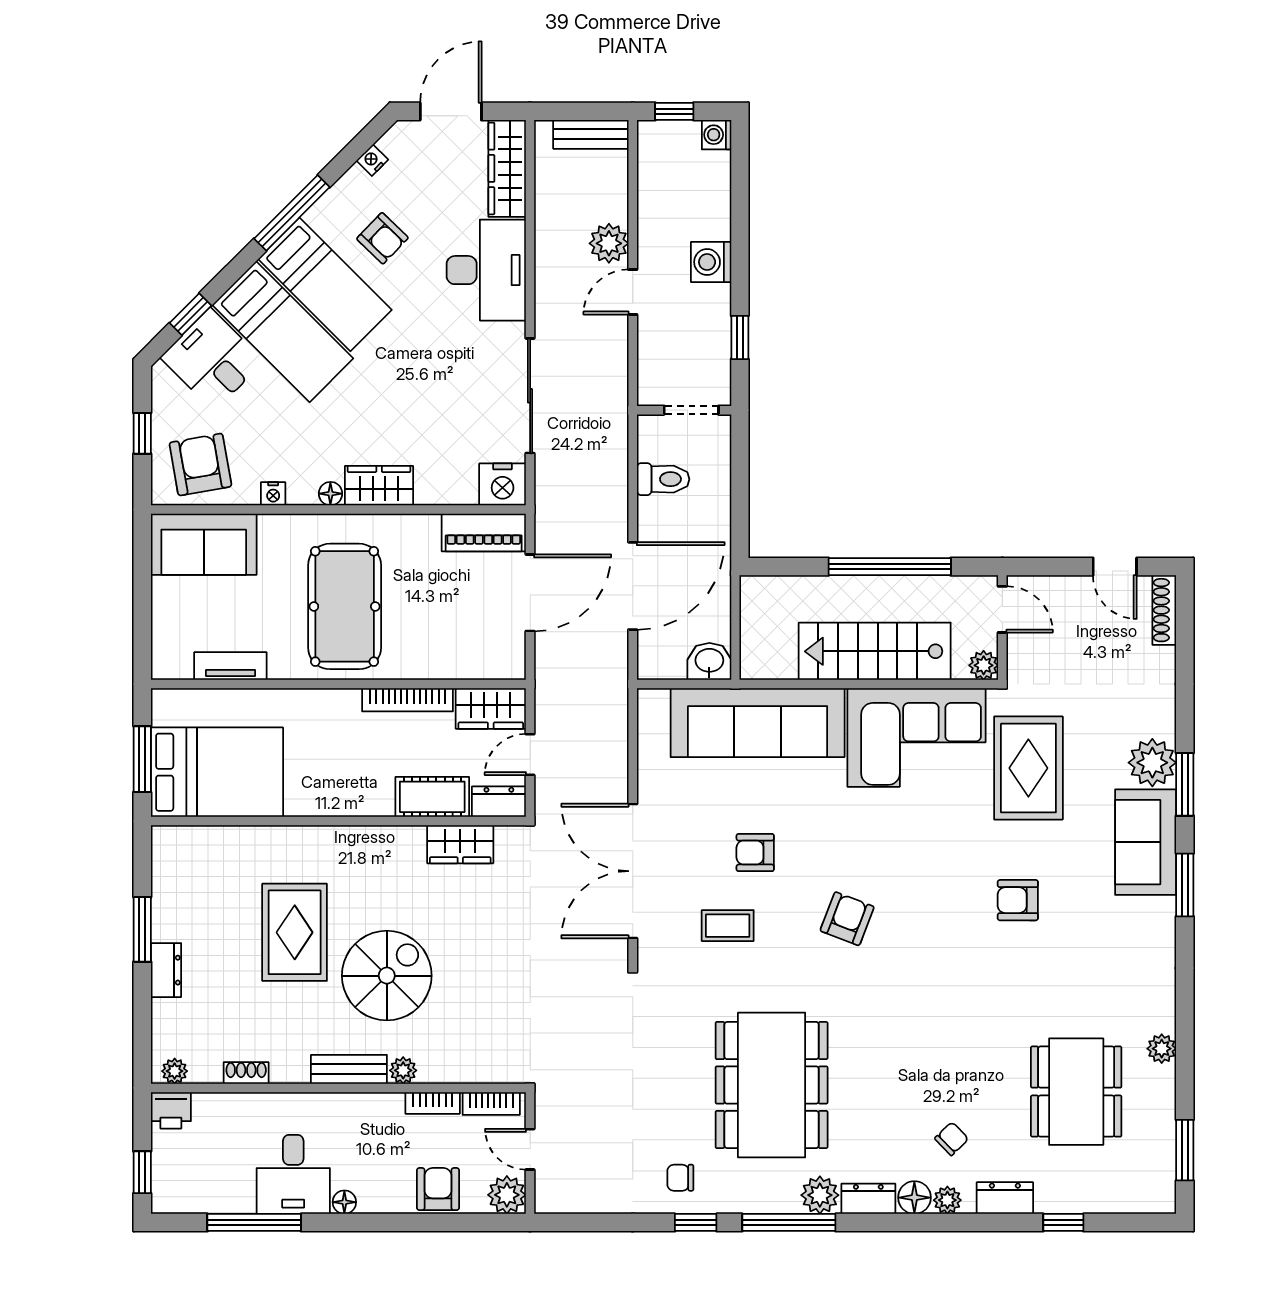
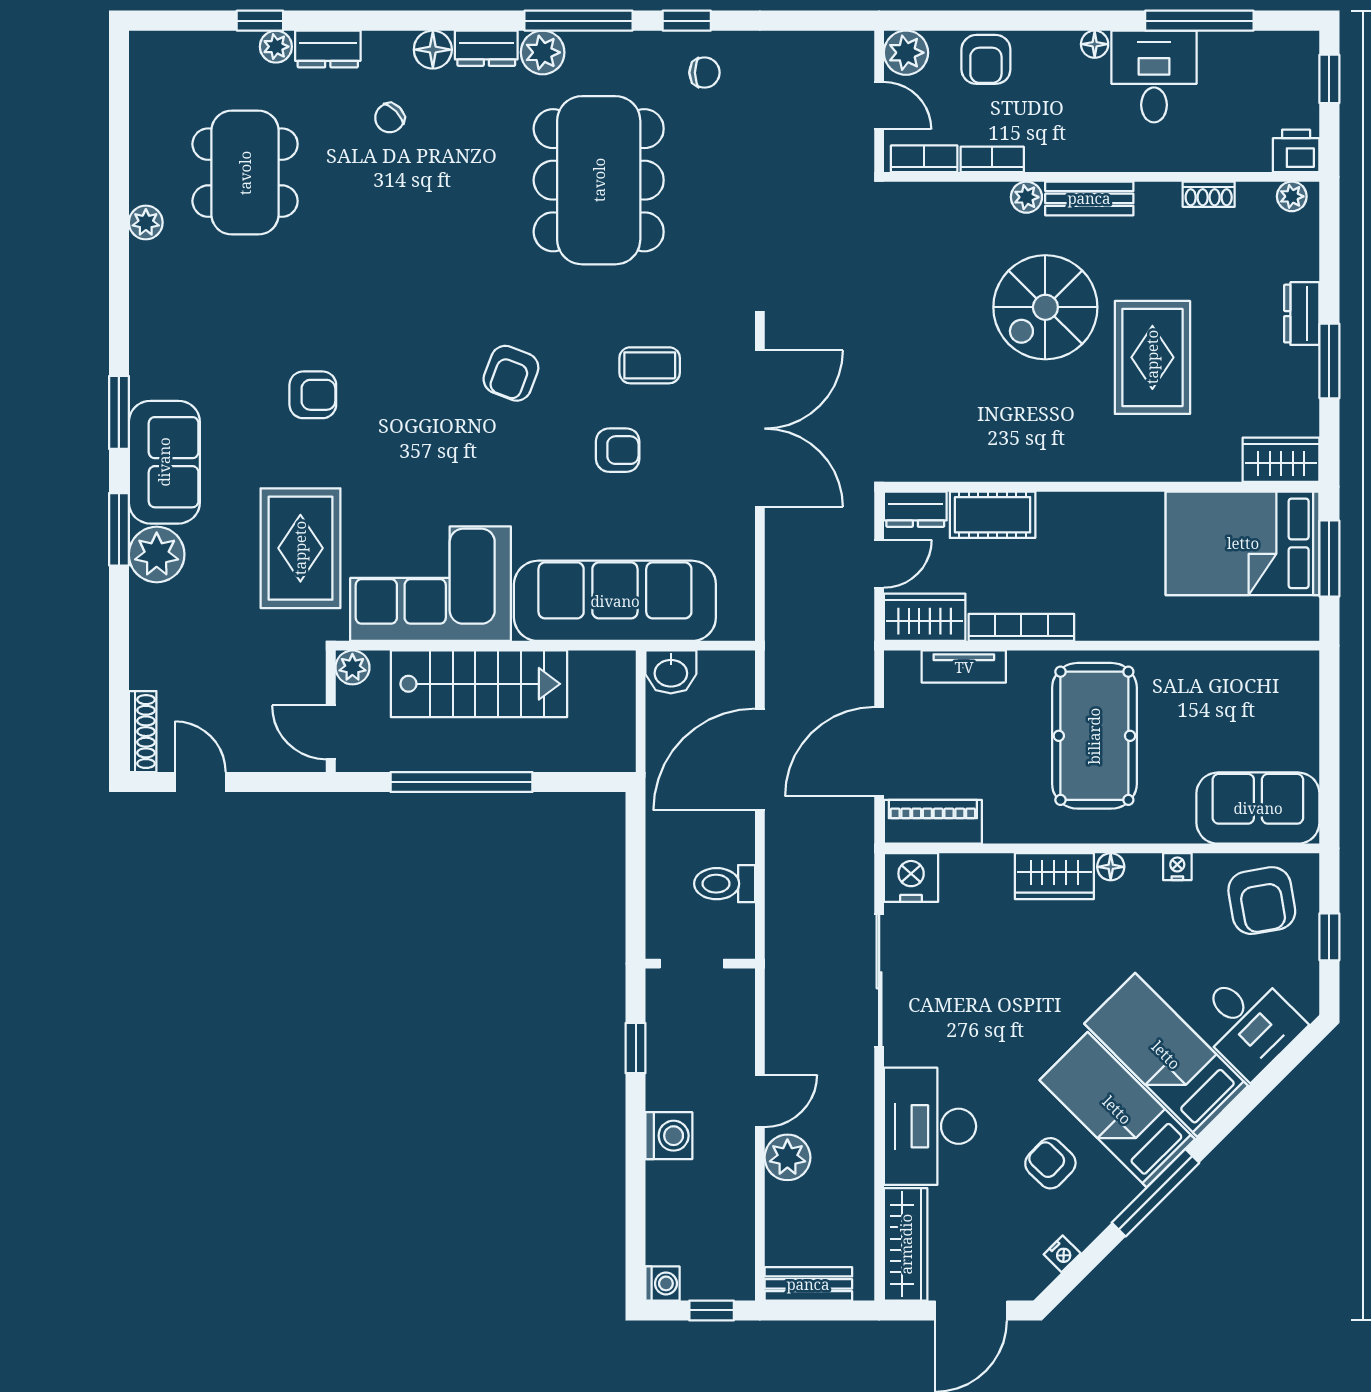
window: (191, 314) -> (1273, 1075), removed
tv unit: (230, 666) -> (964, 667), moved
wardrobe: (460, 844) -> (1281, 460), moved
window: (1185, 1150) -> (119, 105), removed
plant: (947, 1200) -> (276, 47), moved

